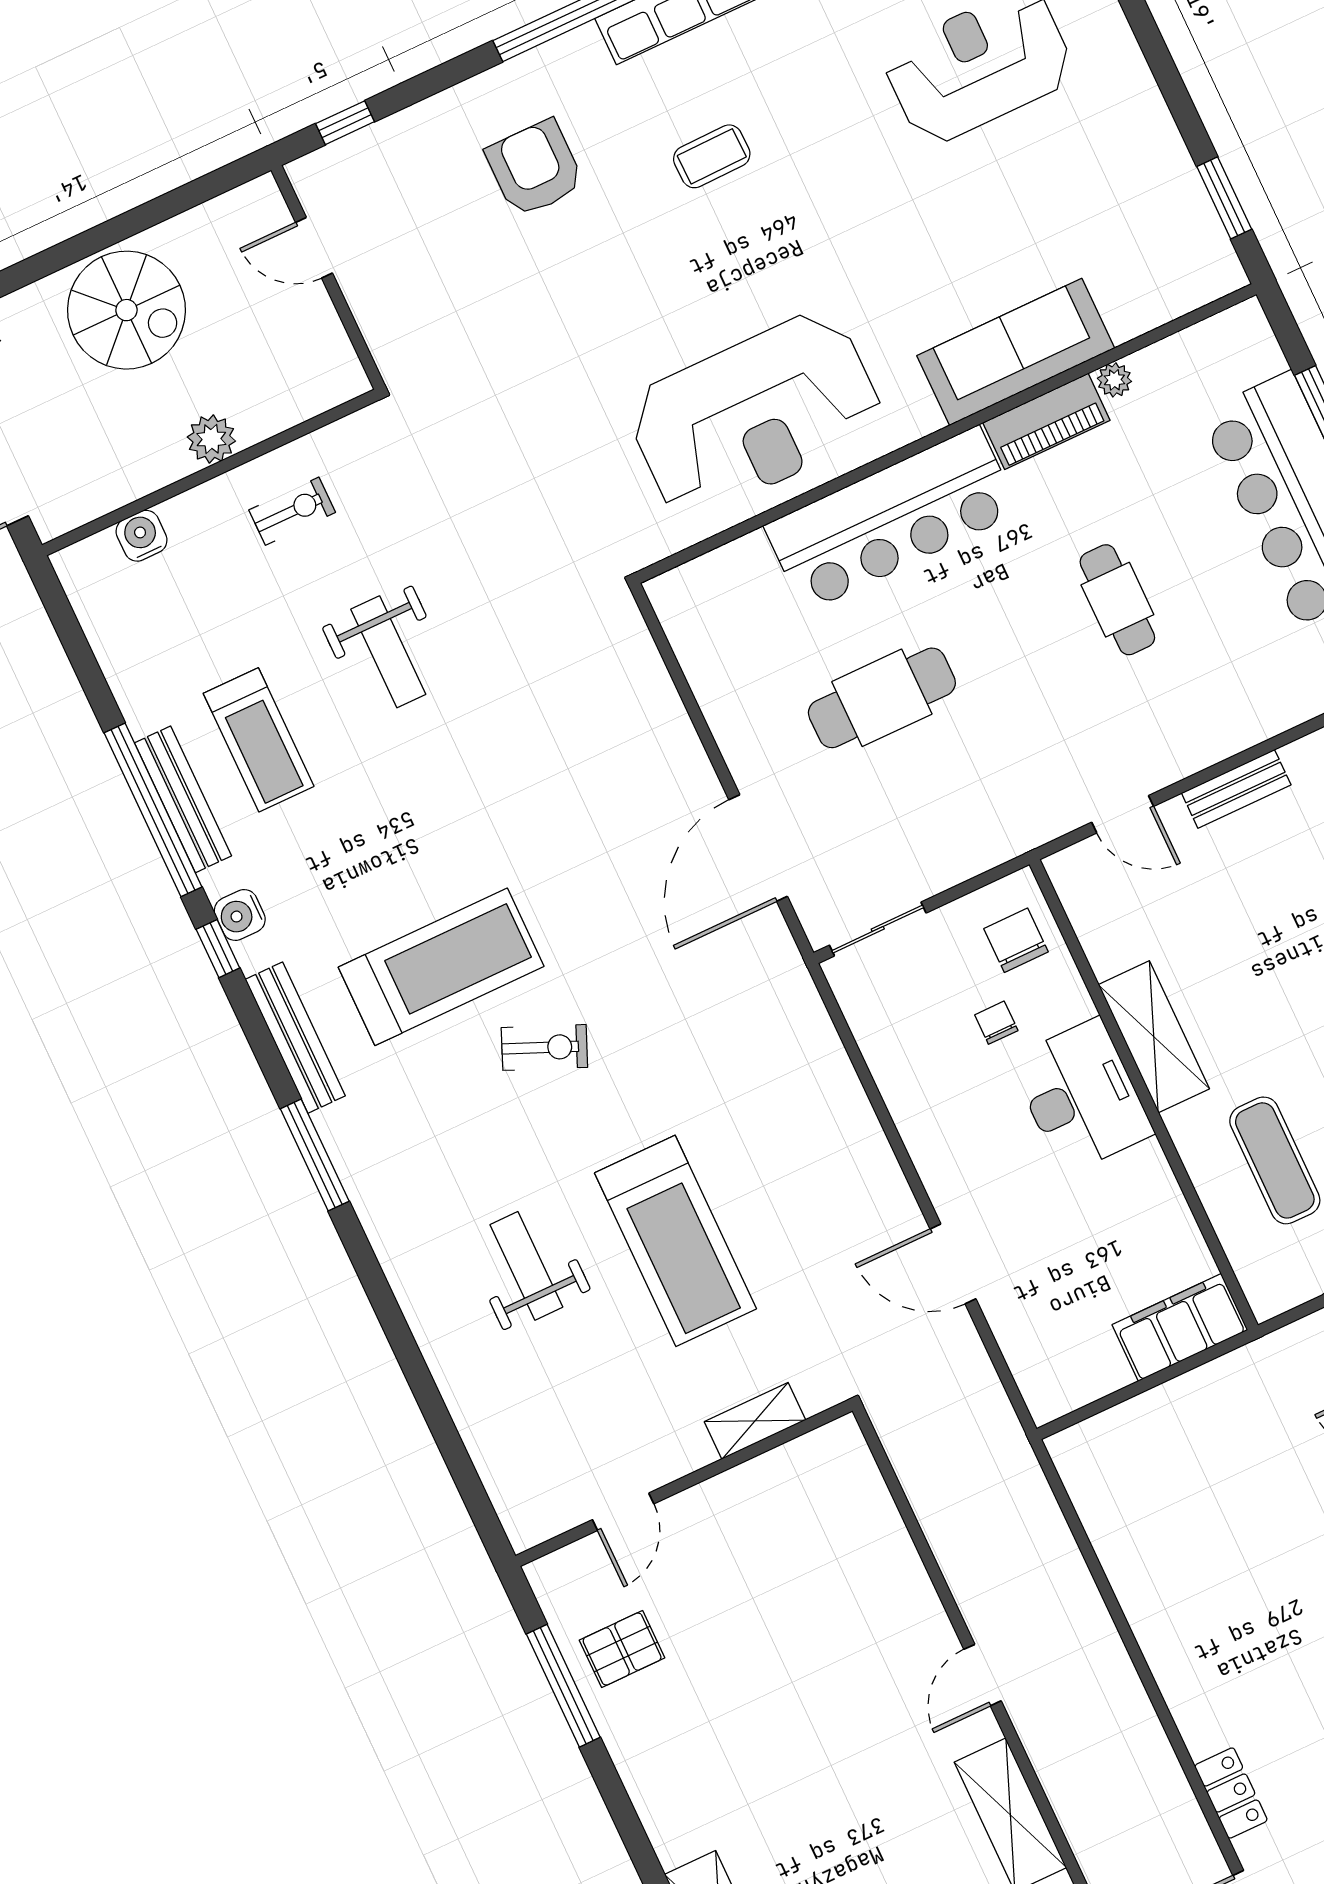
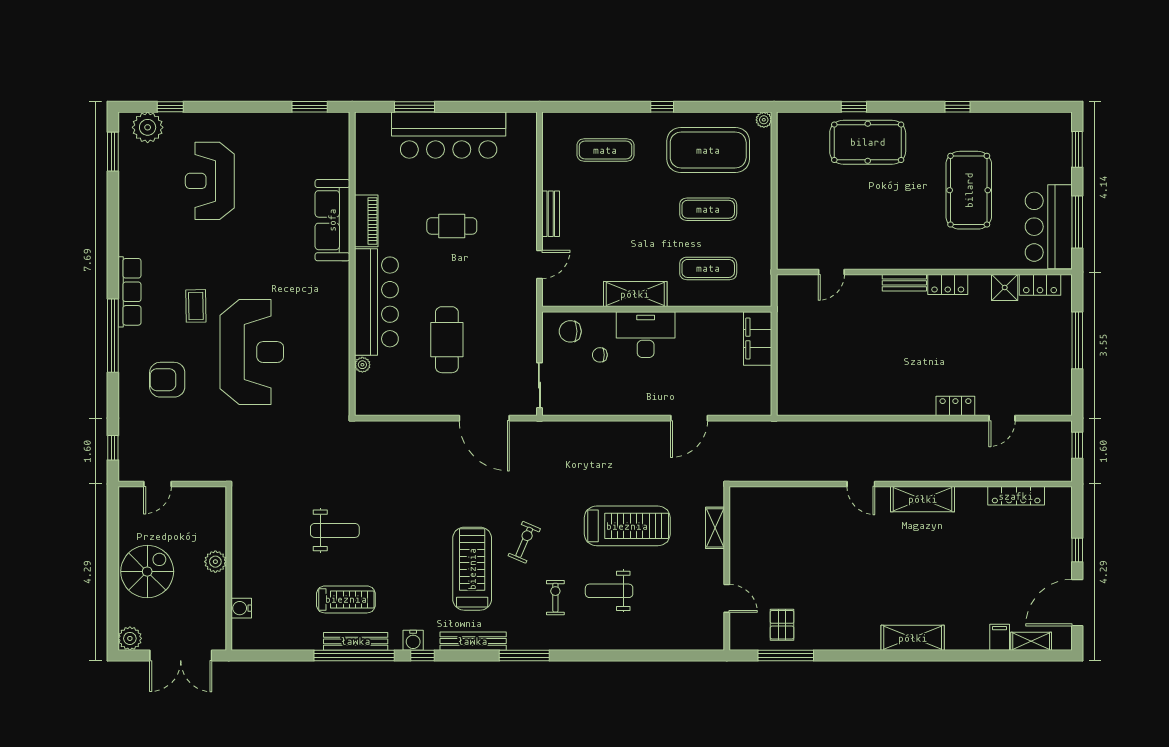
plant: (1114, 380) -> (362, 365), moved
reception desk: (755, 414) -> (252, 352), moved
exercise bike: (292, 511) -> (555, 598), moved

